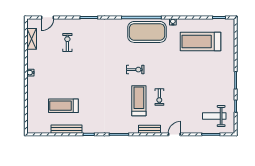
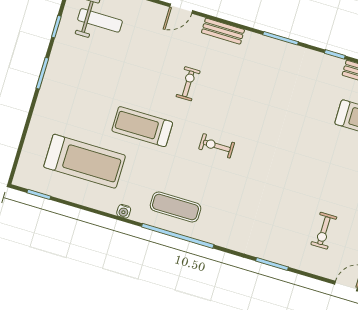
exercise mat: (147, 32) -> (176, 207), width x0.50, depth x0.69
treadmill: (139, 101) -> (142, 127), moved, turned 90

